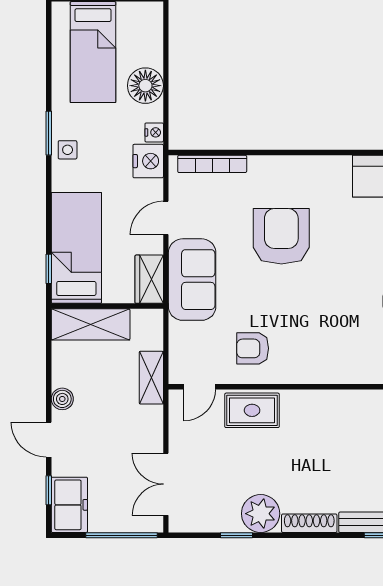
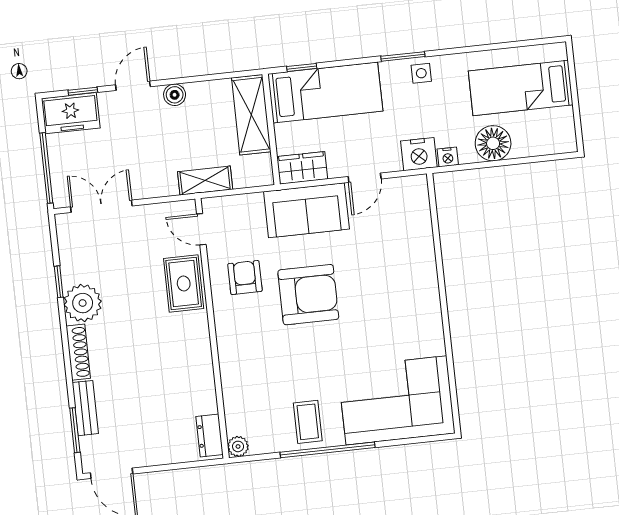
window: (49, 133) -> (403, 56), moved
bookcase: (212, 164) -> (423, 218), removed
door: (166, 218) -> (365, 178), swing flipped
armchair: (281, 236) -> (308, 295), moved

